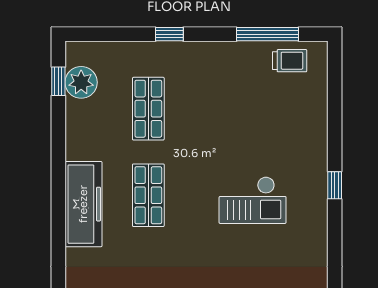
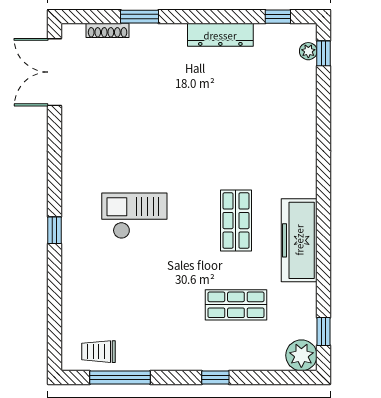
plant: (81, 82) -> (301, 355), moved
shop shelf: (148, 109) -> (236, 305), turned 90
freezer: (83, 204) -> (299, 240), moved

